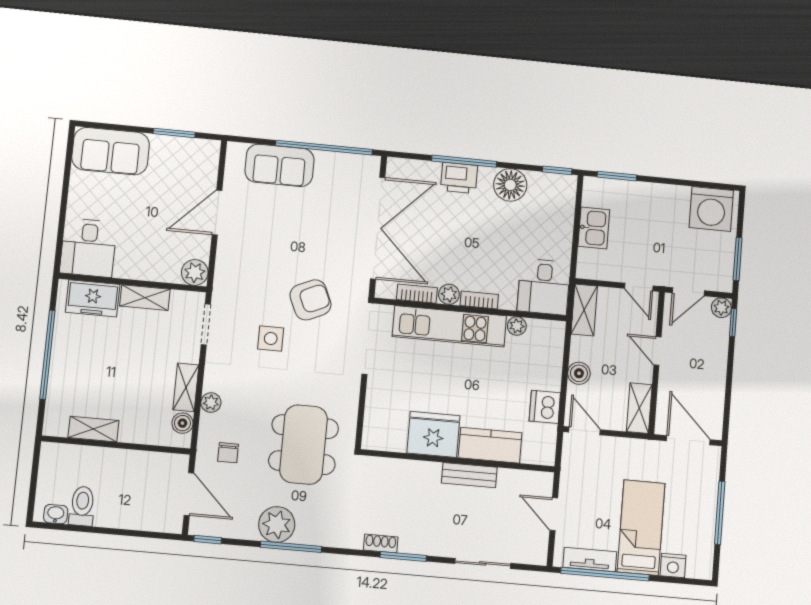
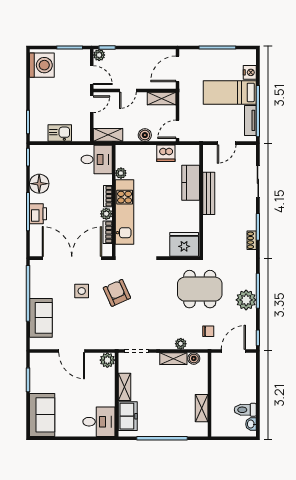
side table: (271, 339) -> (82, 291), moved
fridge: (433, 434) -> (184, 244), moved, turned 90
bench: (469, 475) -> (209, 193), width x1.36

